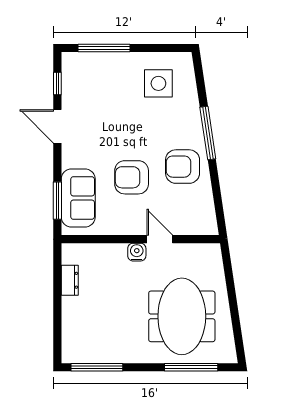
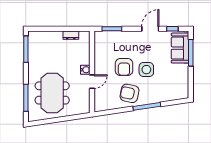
side table: (158, 83) -> (146, 70), moved
armchair: (183, 167) -> (130, 93), turned -78
armchair: (132, 177) -> (124, 67), turned 180
sofa: (78, 198) -> (180, 48), moved, turned 90
meeting table: (182, 316) -> (52, 93), turned 90

